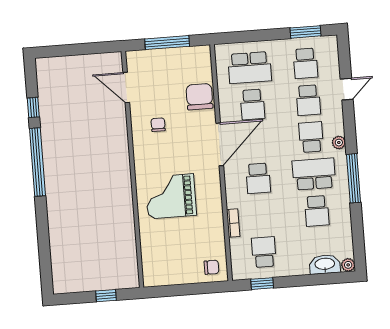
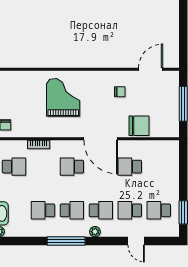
school desk: (250, 68) -> (159, 167), removed
school desk: (314, 174) -> (72, 210), width x0.54

